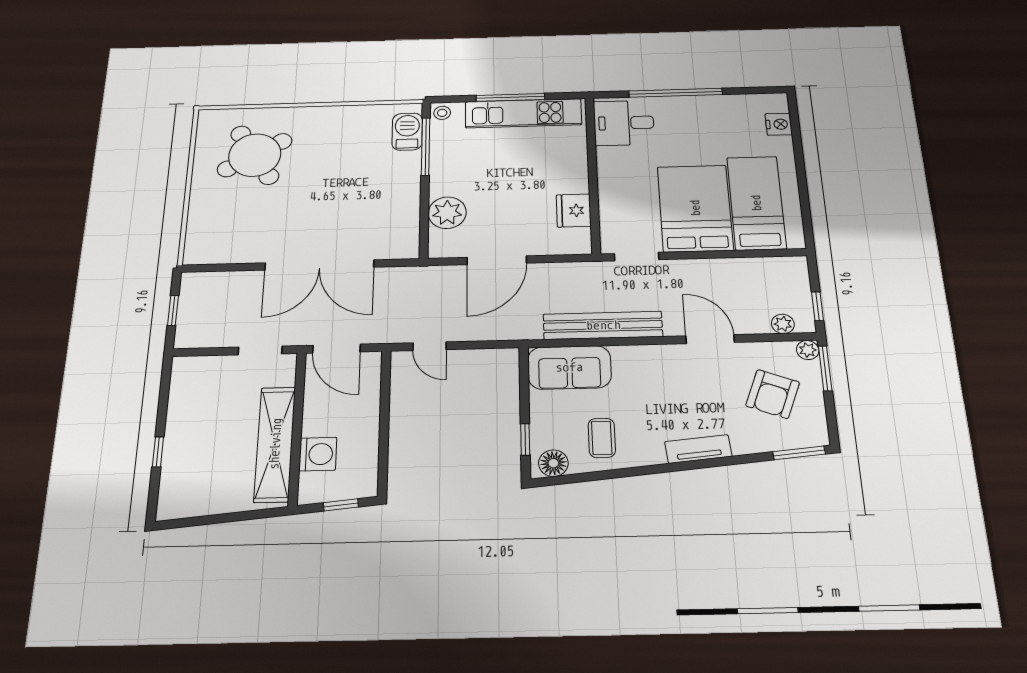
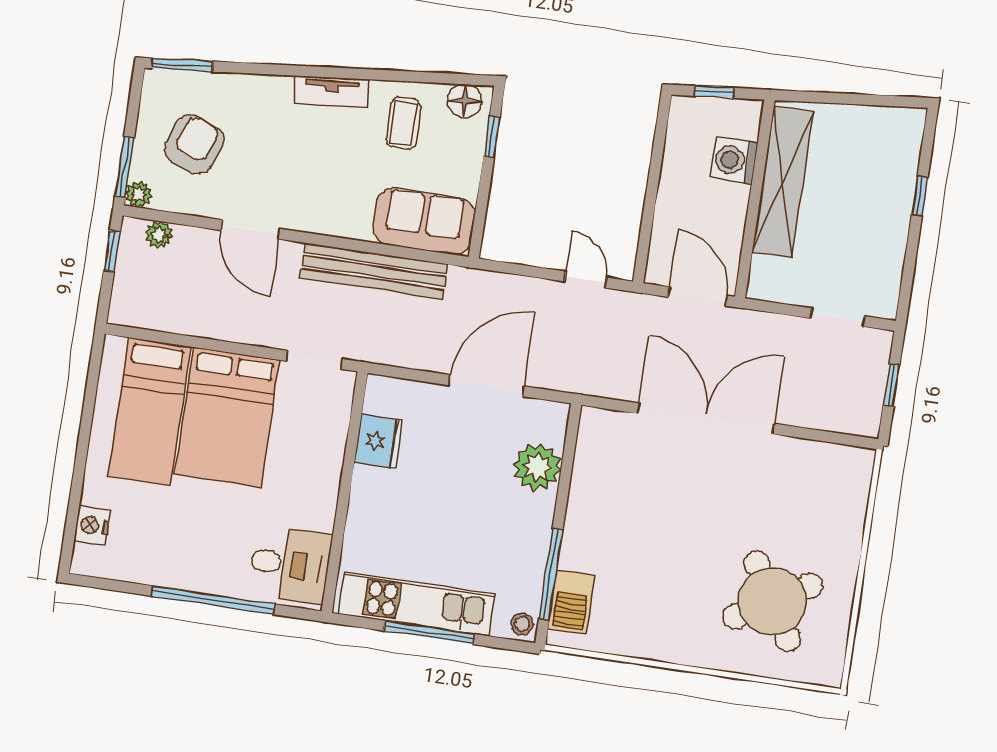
doorway: (260, 351) -> (838, 317), moved
tv unit: (698, 449) -> (332, 92), moved

